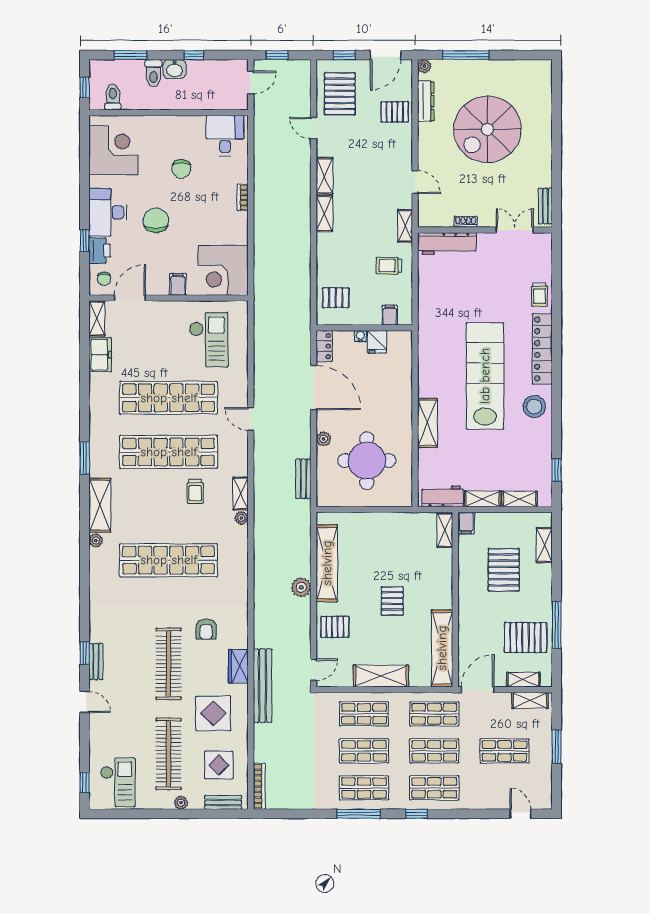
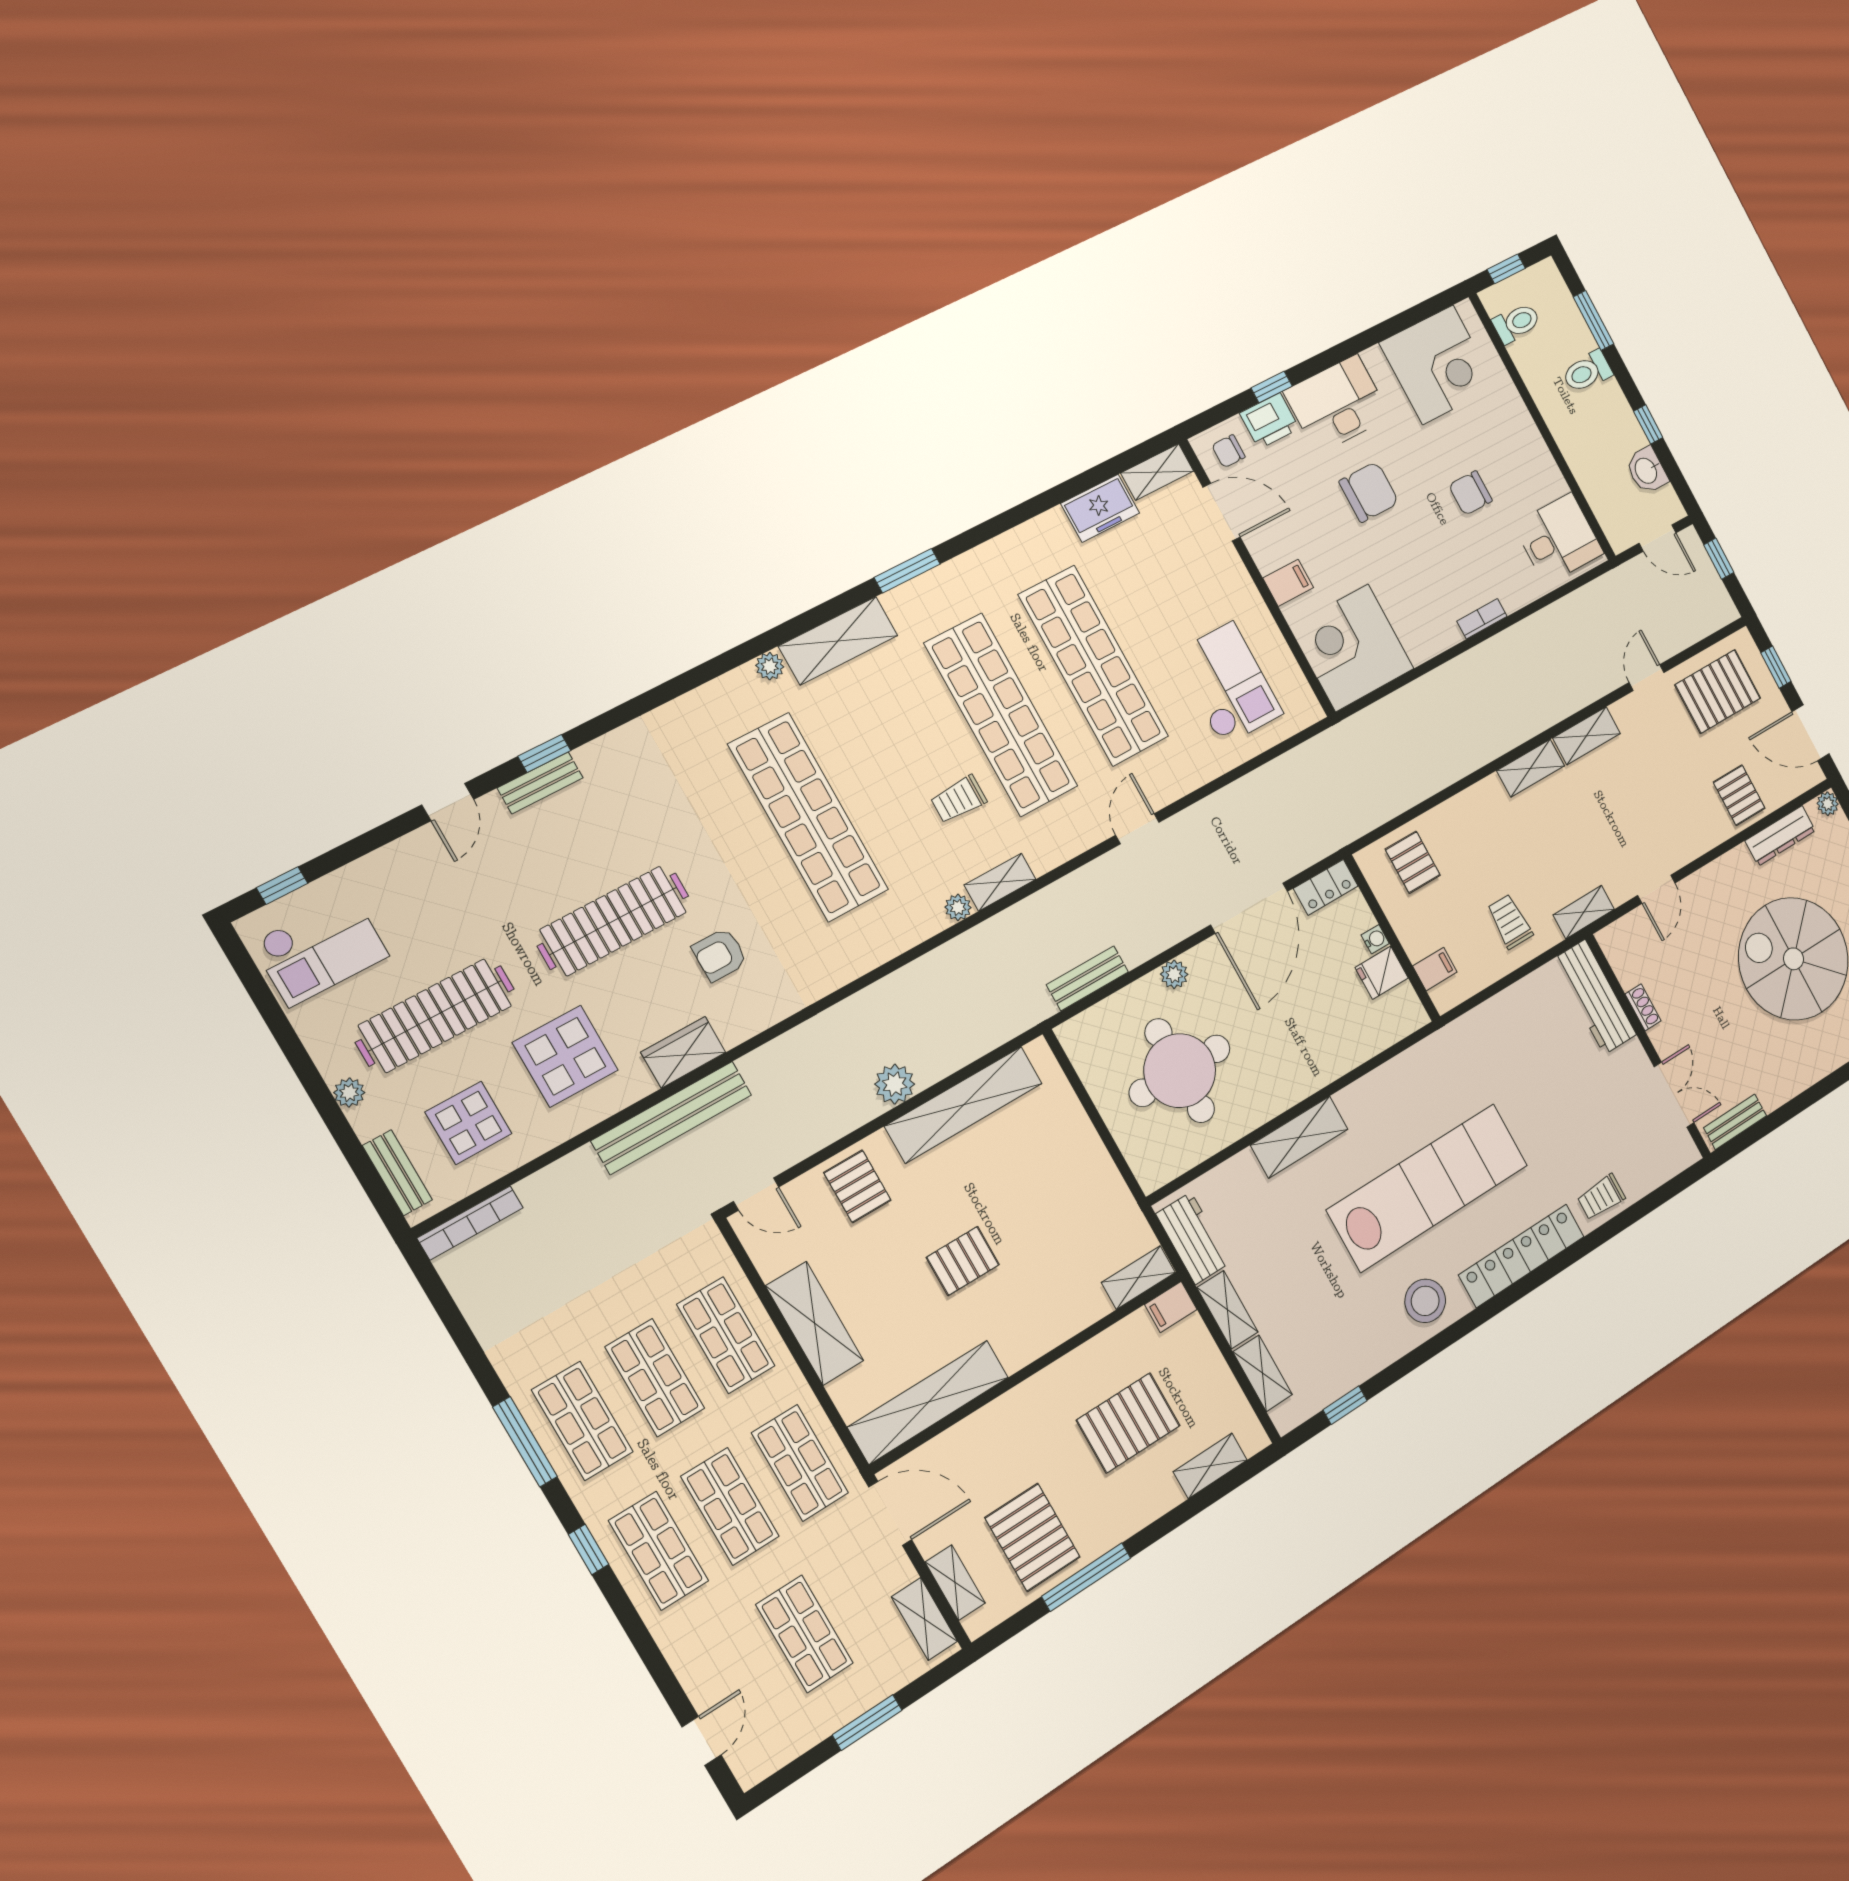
washbasin: (175, 69) -> (1647, 470), moved
checkout: (209, 340) -> (1228, 684), turned -90

